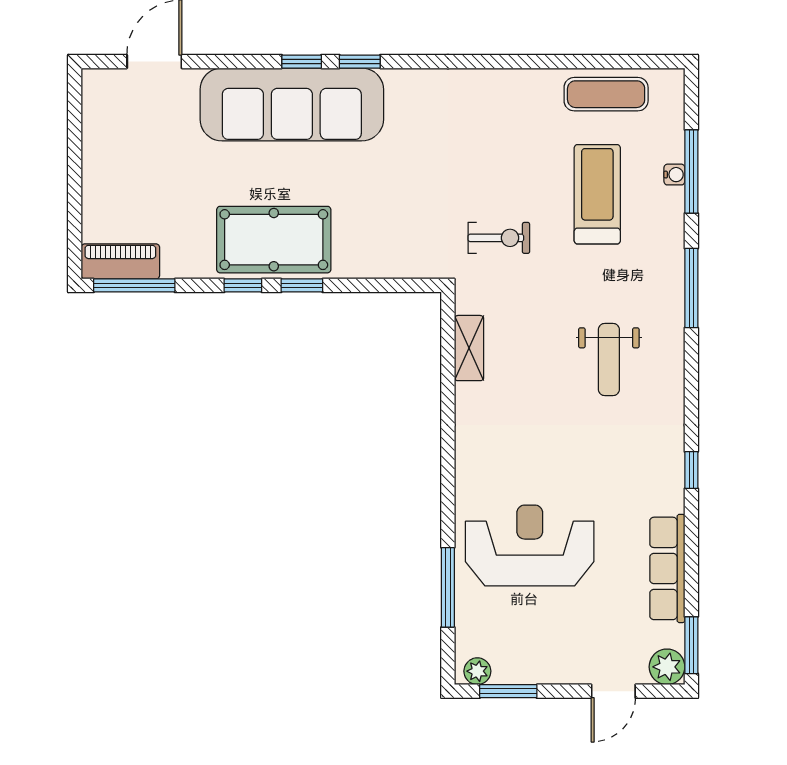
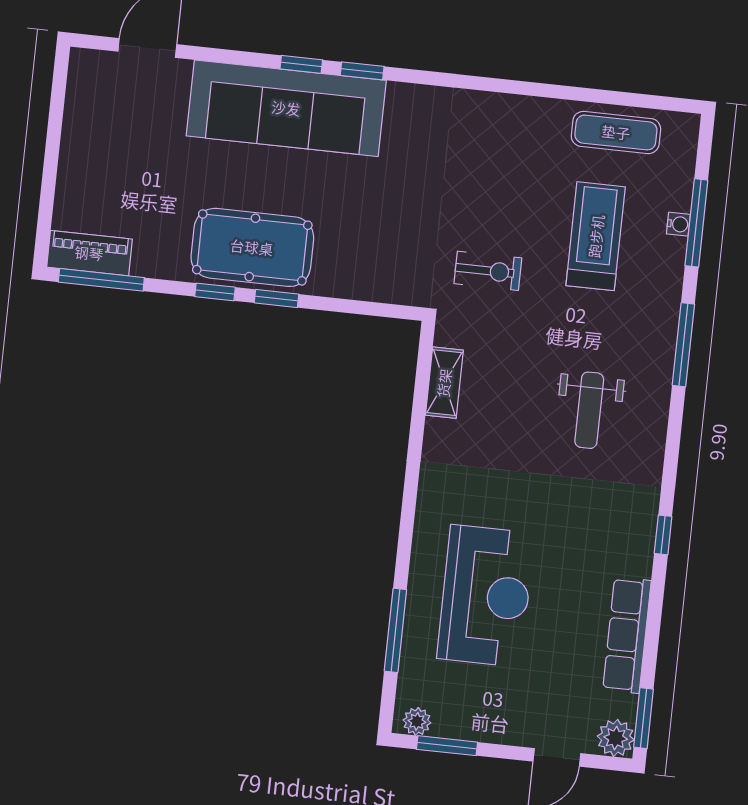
reception desk: (530, 545) -> (486, 596), turned 90

